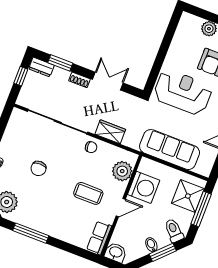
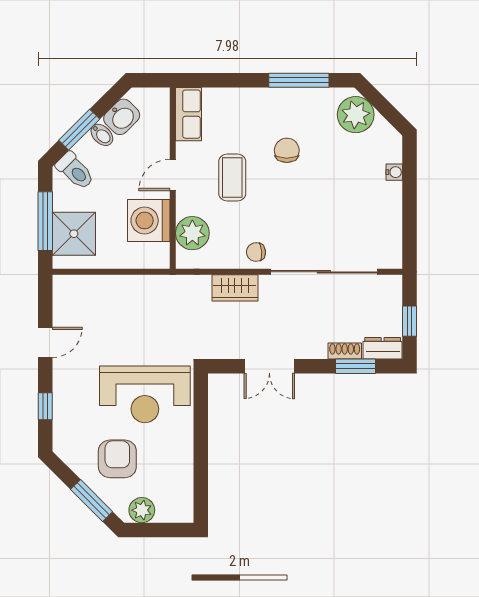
shoe rack: (79, 80) -> (345, 351), moved
sofa: (170, 150) -> (131, 296), removed
chair: (39, 168) -> (287, 150), moved
coffee table: (88, 193) -> (232, 177), turned 90
washbasin: (116, 252) -> (122, 117), moved, turned -45

